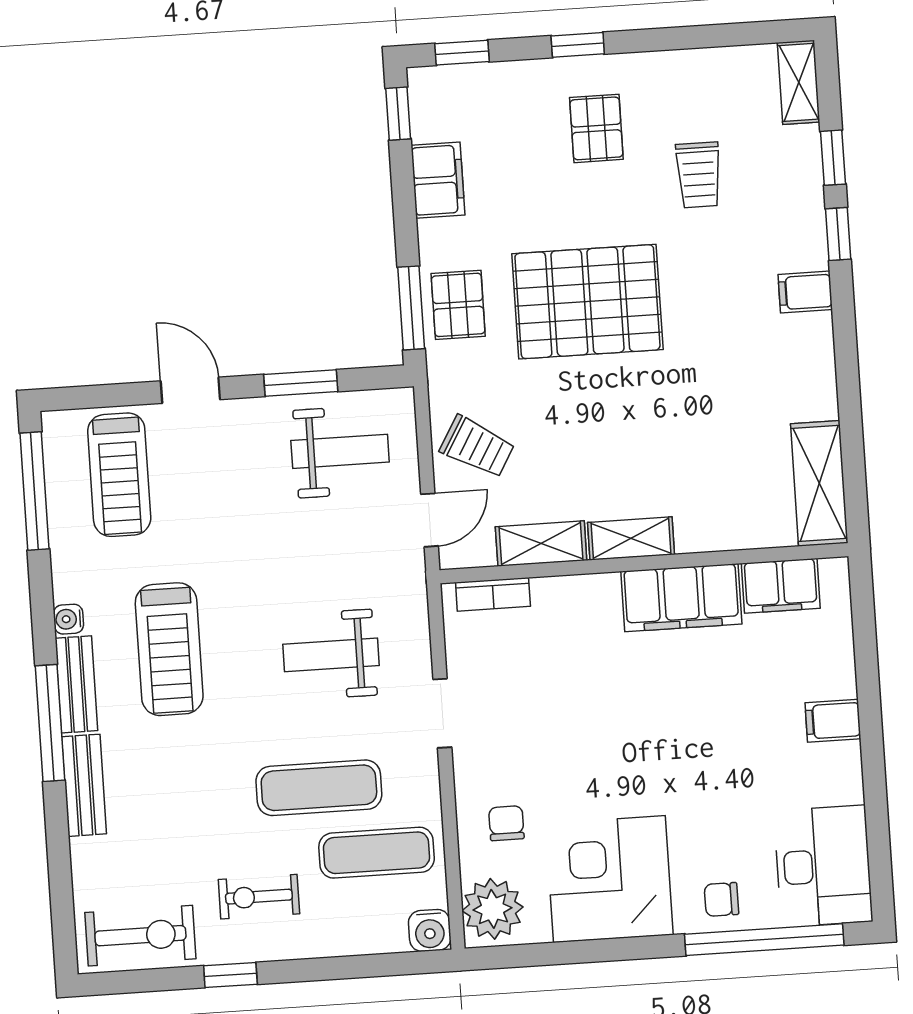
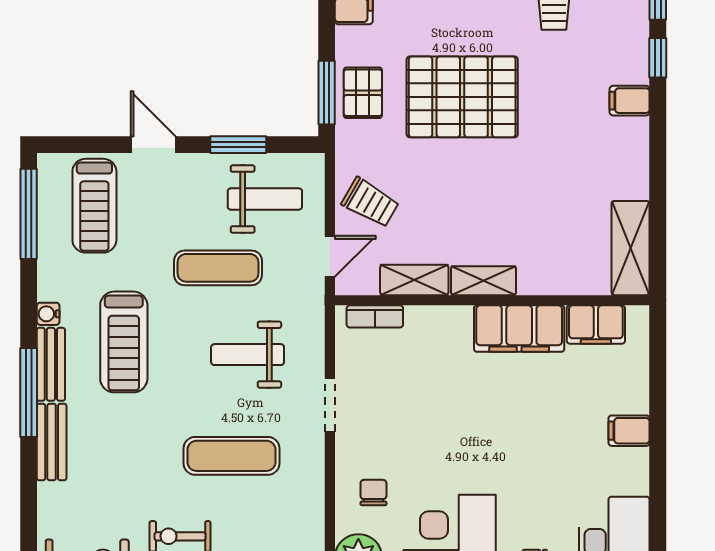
exercise mat: (377, 853) -> (218, 268), moved

